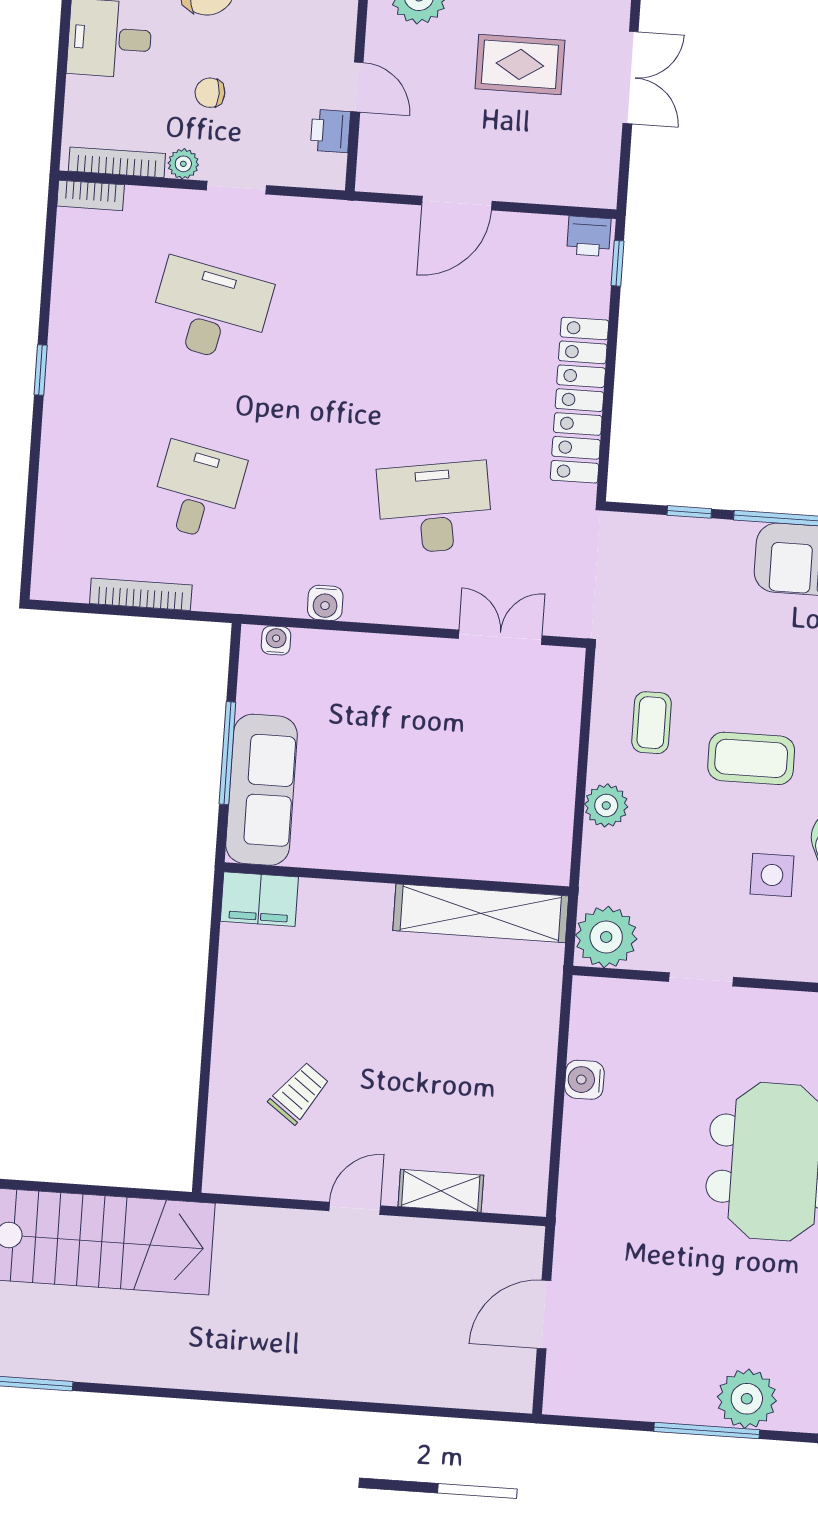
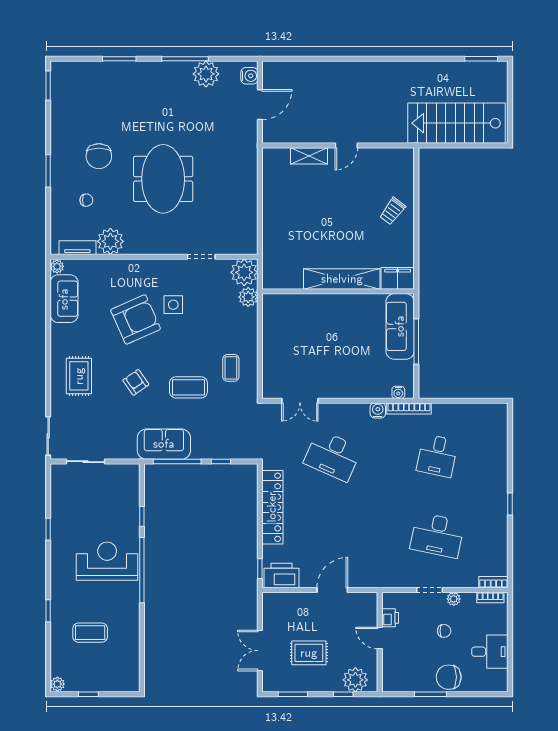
bookcase: (117, 162) -> (490, 597), width x0.64
printer: (589, 236) -> (281, 575), width x1.87, depth x1.48
desk: (435, 508) -> (333, 456), turned 33
bookcase: (141, 594) -> (409, 409), moved
coffee table: (751, 758) -> (188, 387), moved
plant: (606, 805) -> (248, 297), moved
shelving: (481, 913) -> (342, 279), moved
water cooler: (584, 1080) -> (249, 76), moved
trolley: (299, 1093) -> (392, 211), moved
plant: (747, 1399) -> (206, 74), moved

